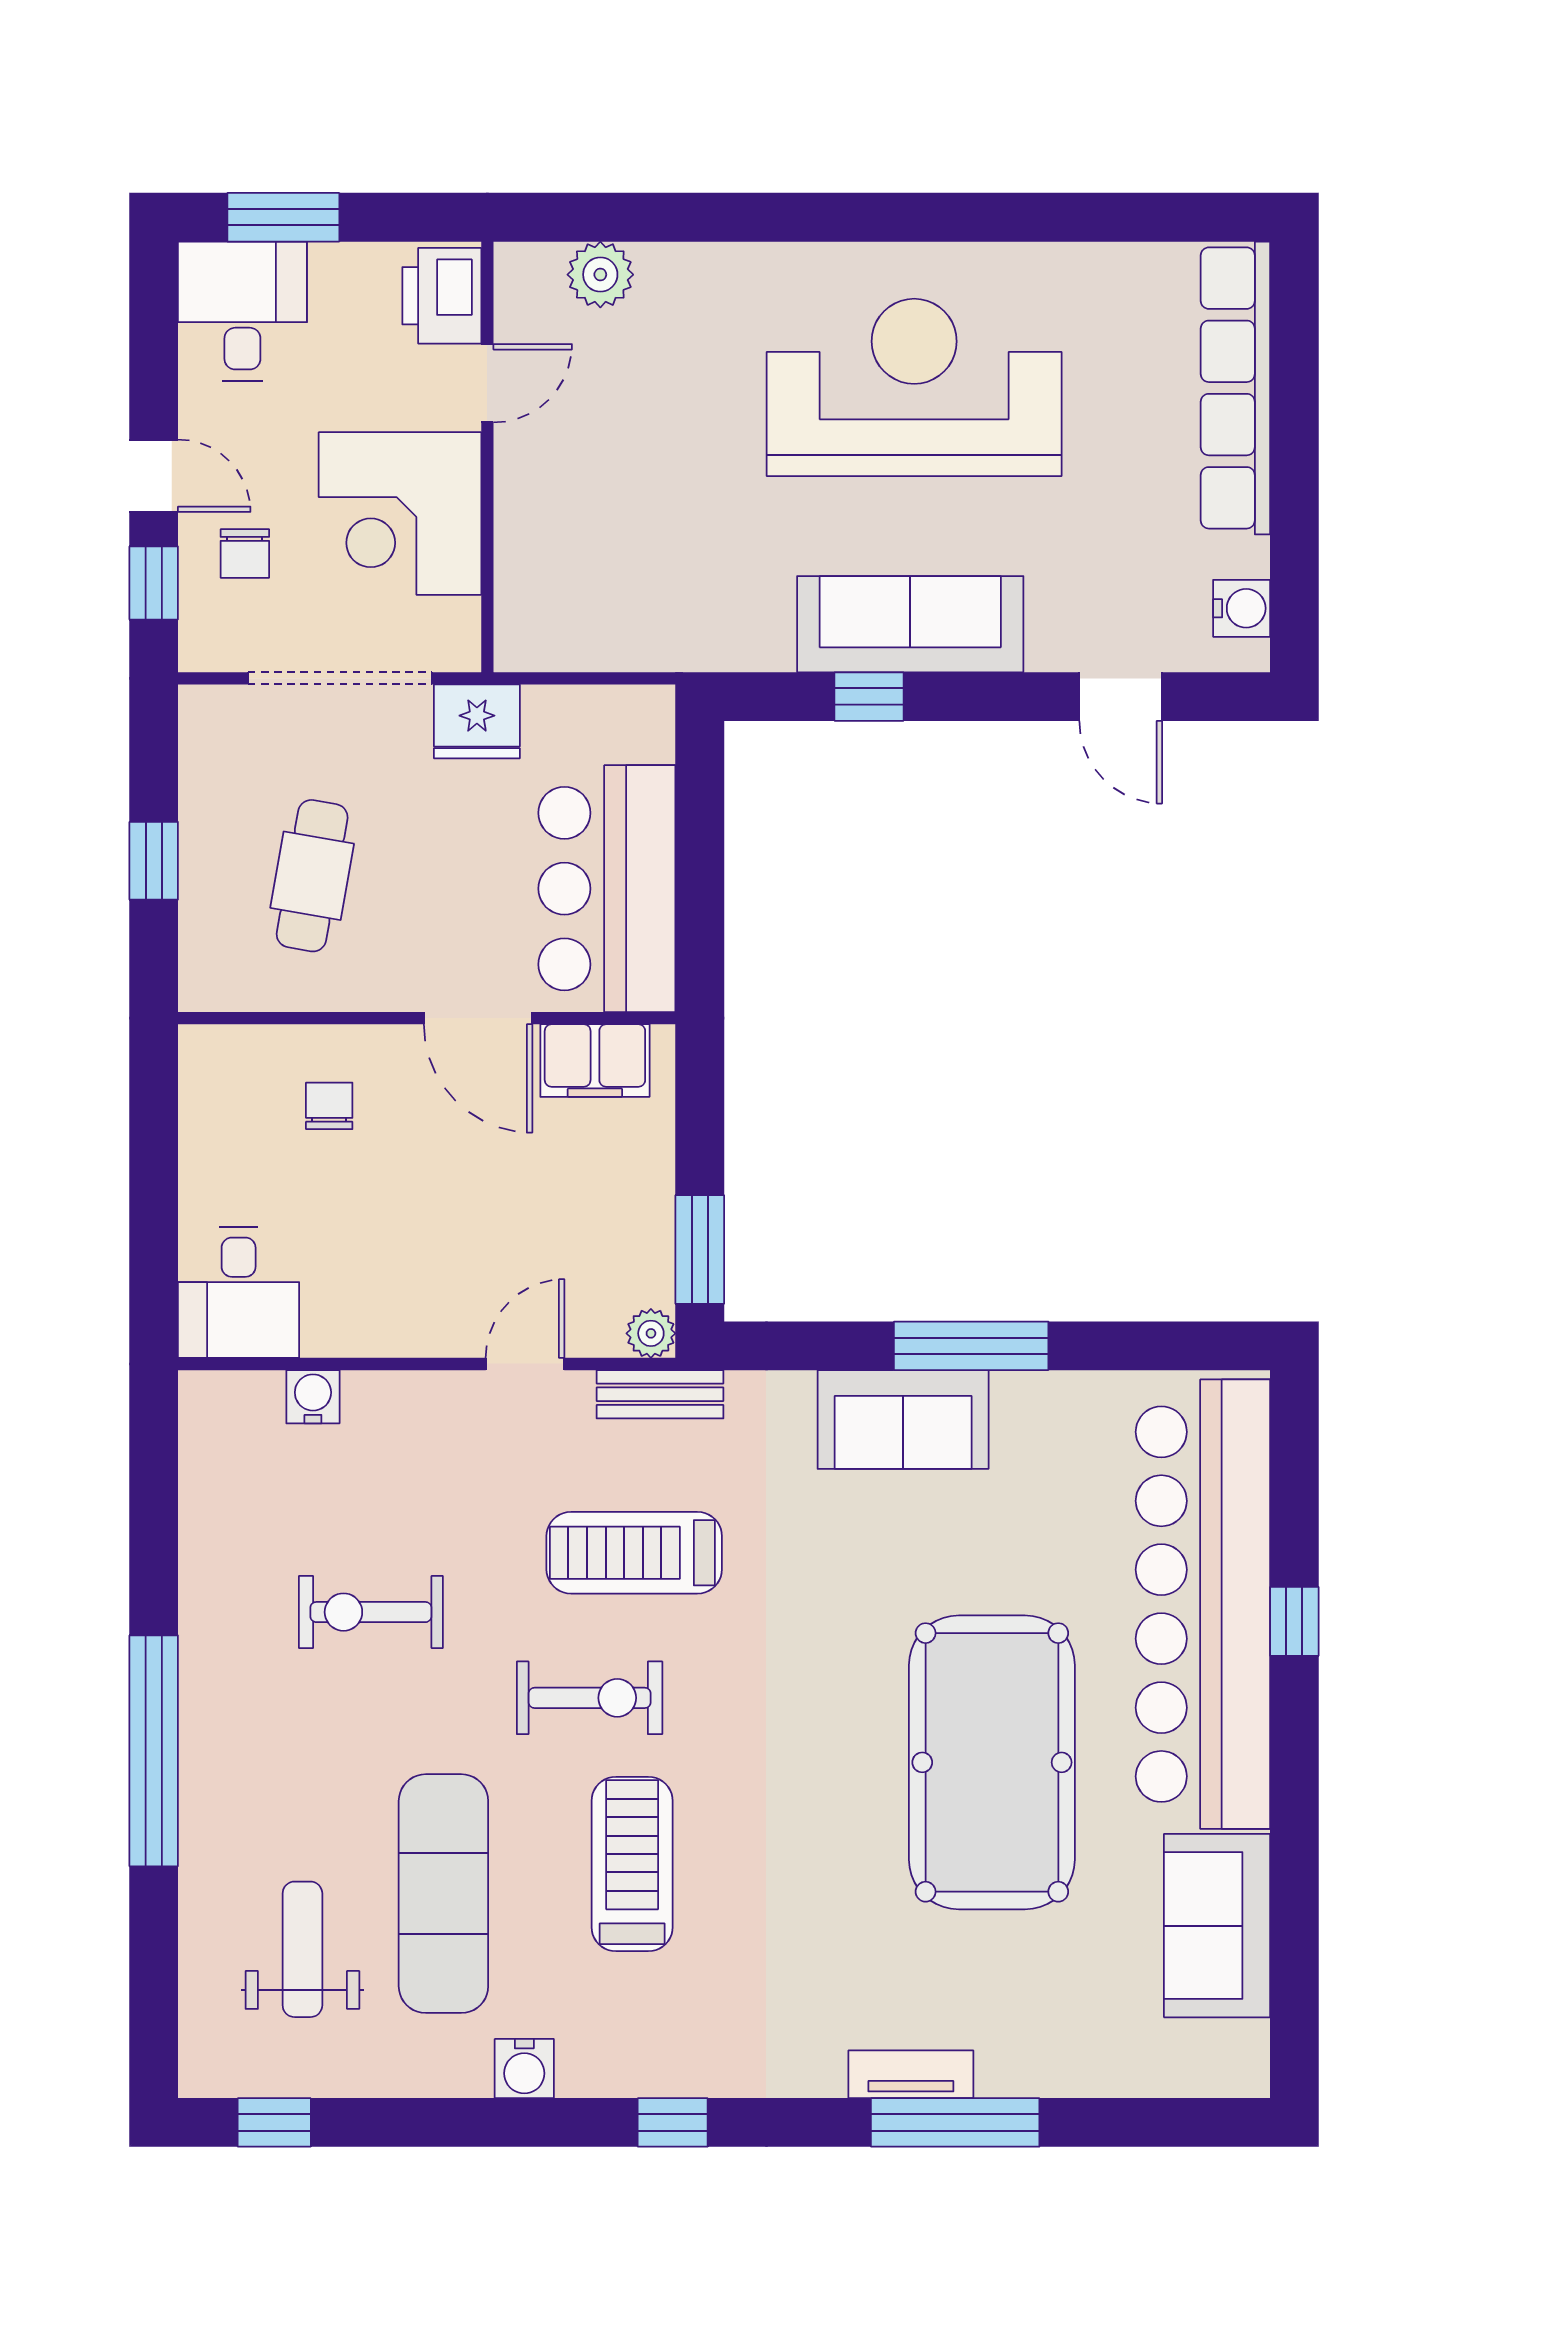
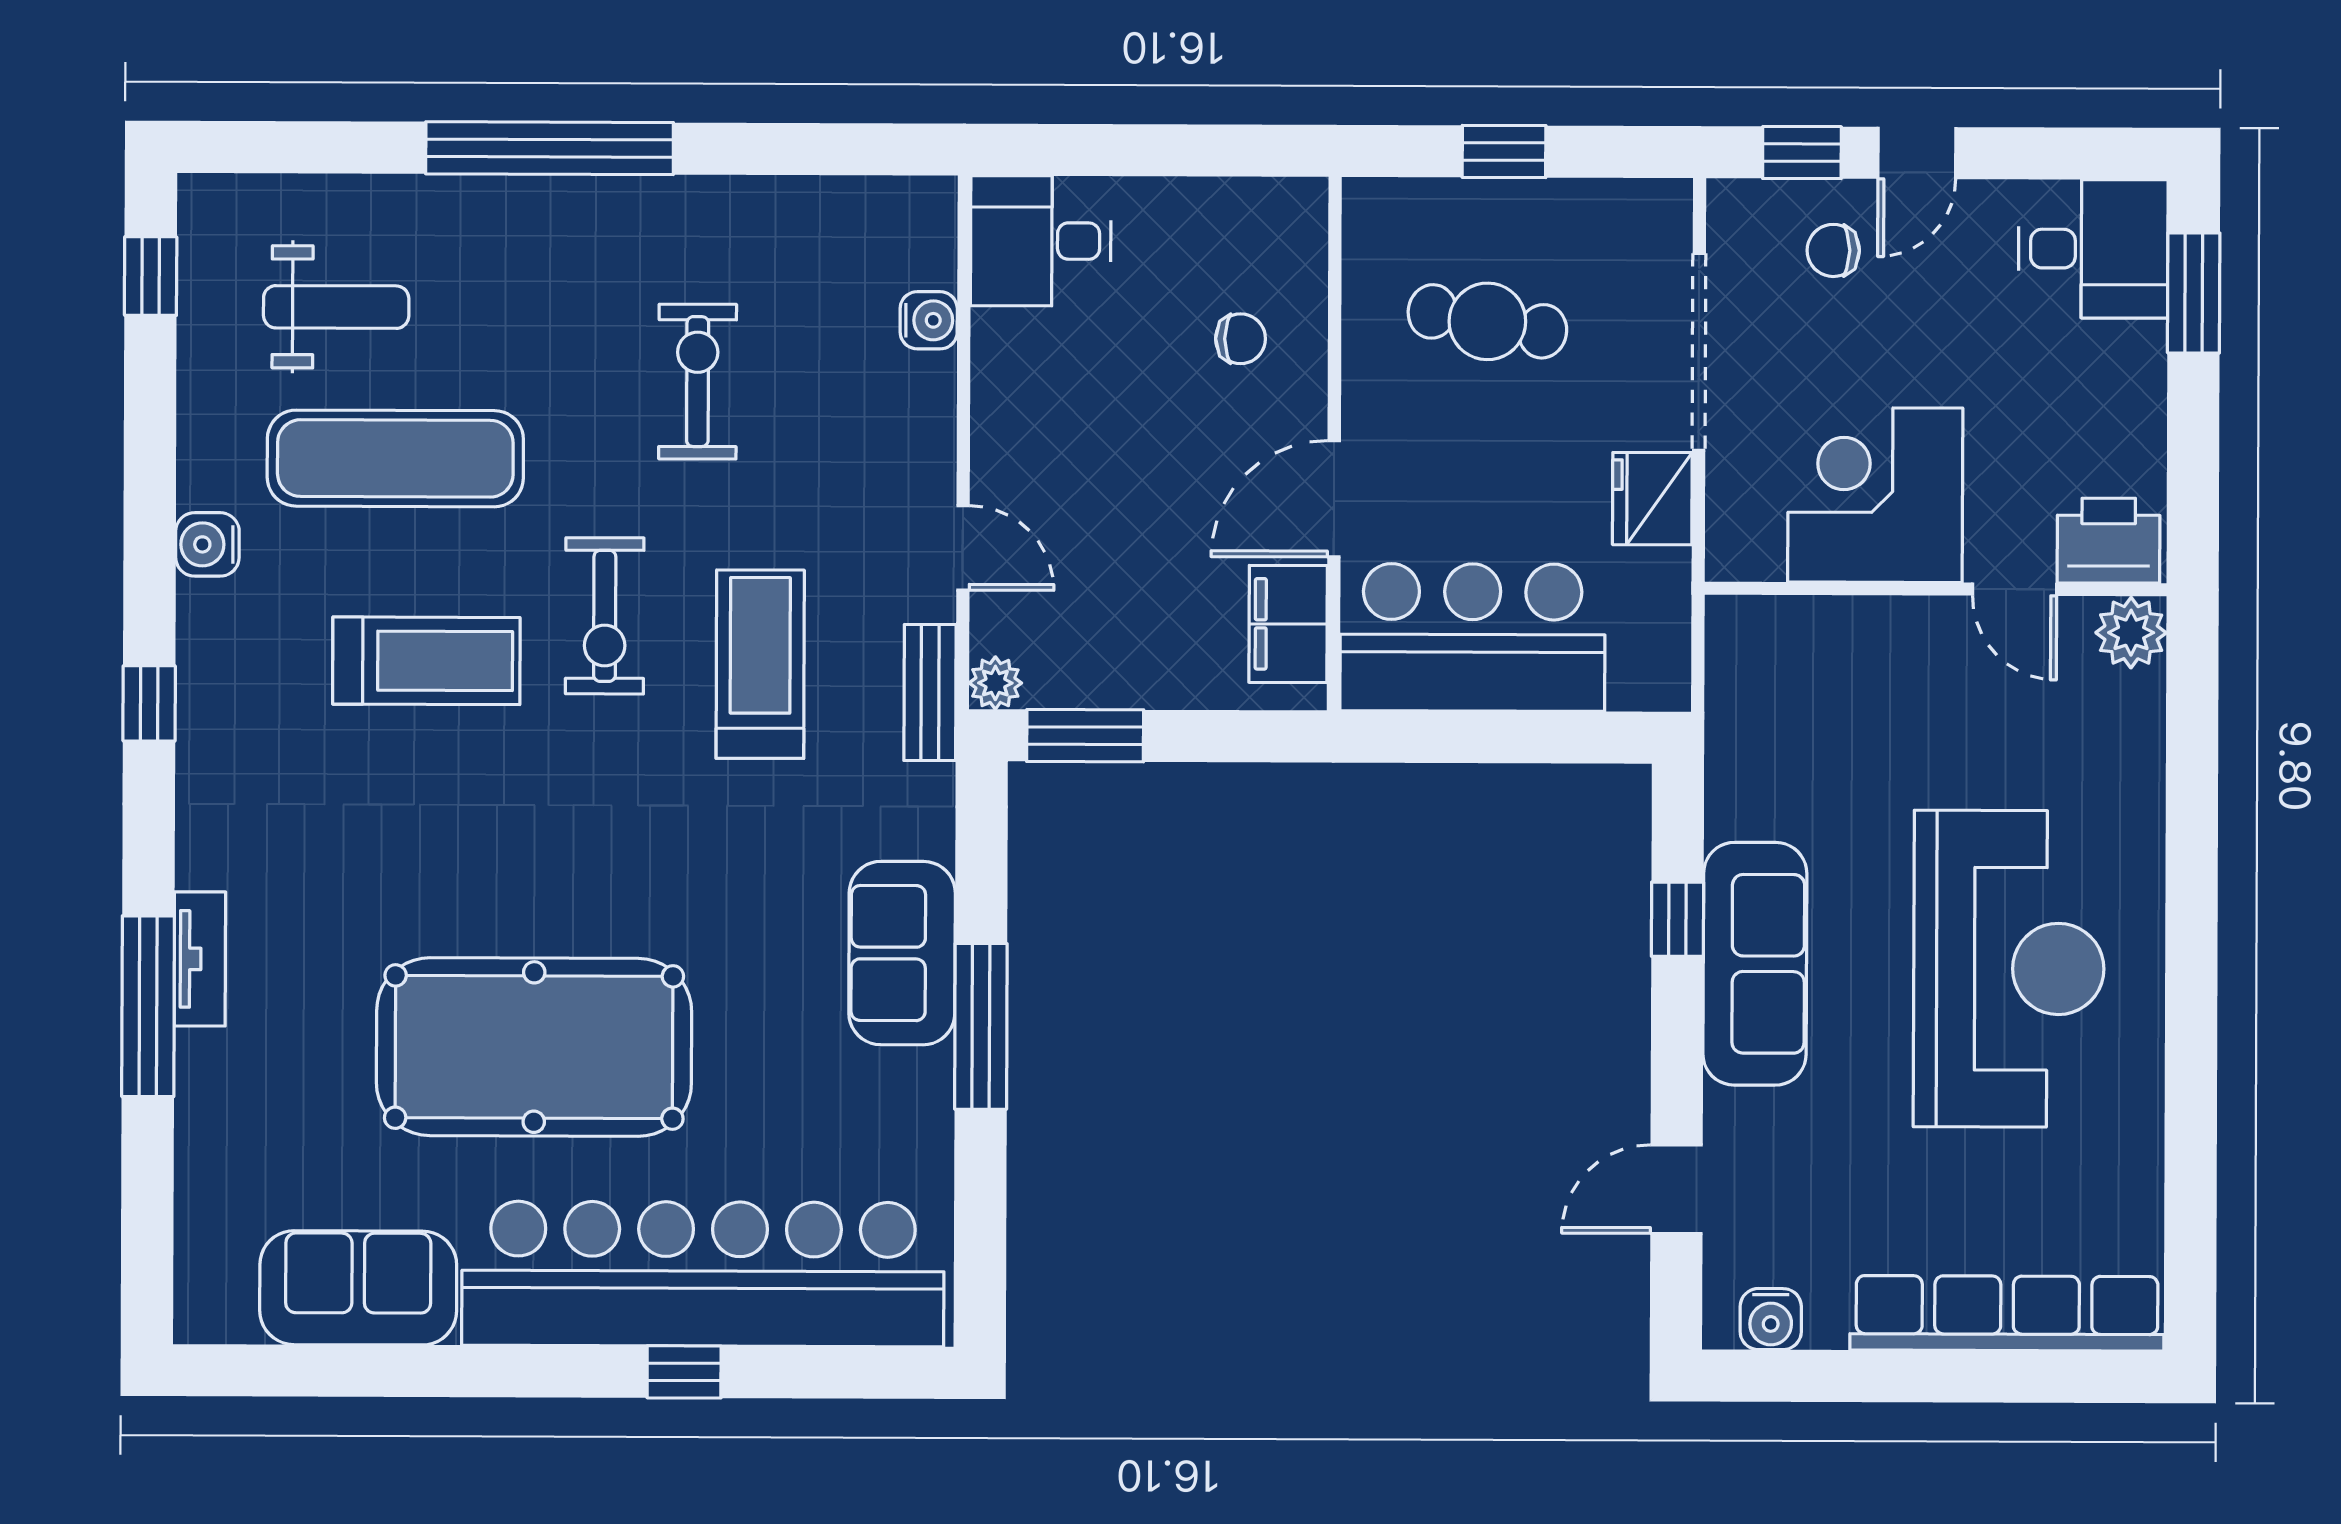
printer: (442, 296) -> (2109, 541), moved
door: (487, 383) -> (2015, 589), moved
wall: (487, 457) -> (1936, 589), moved
corner desk: (400, 514) -> (1875, 495), moved

